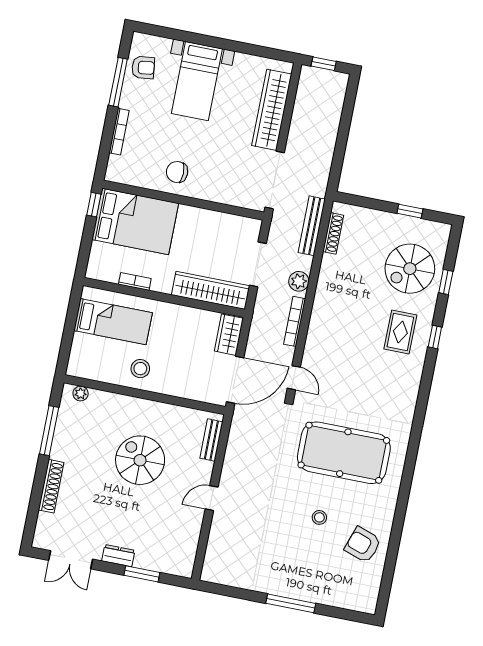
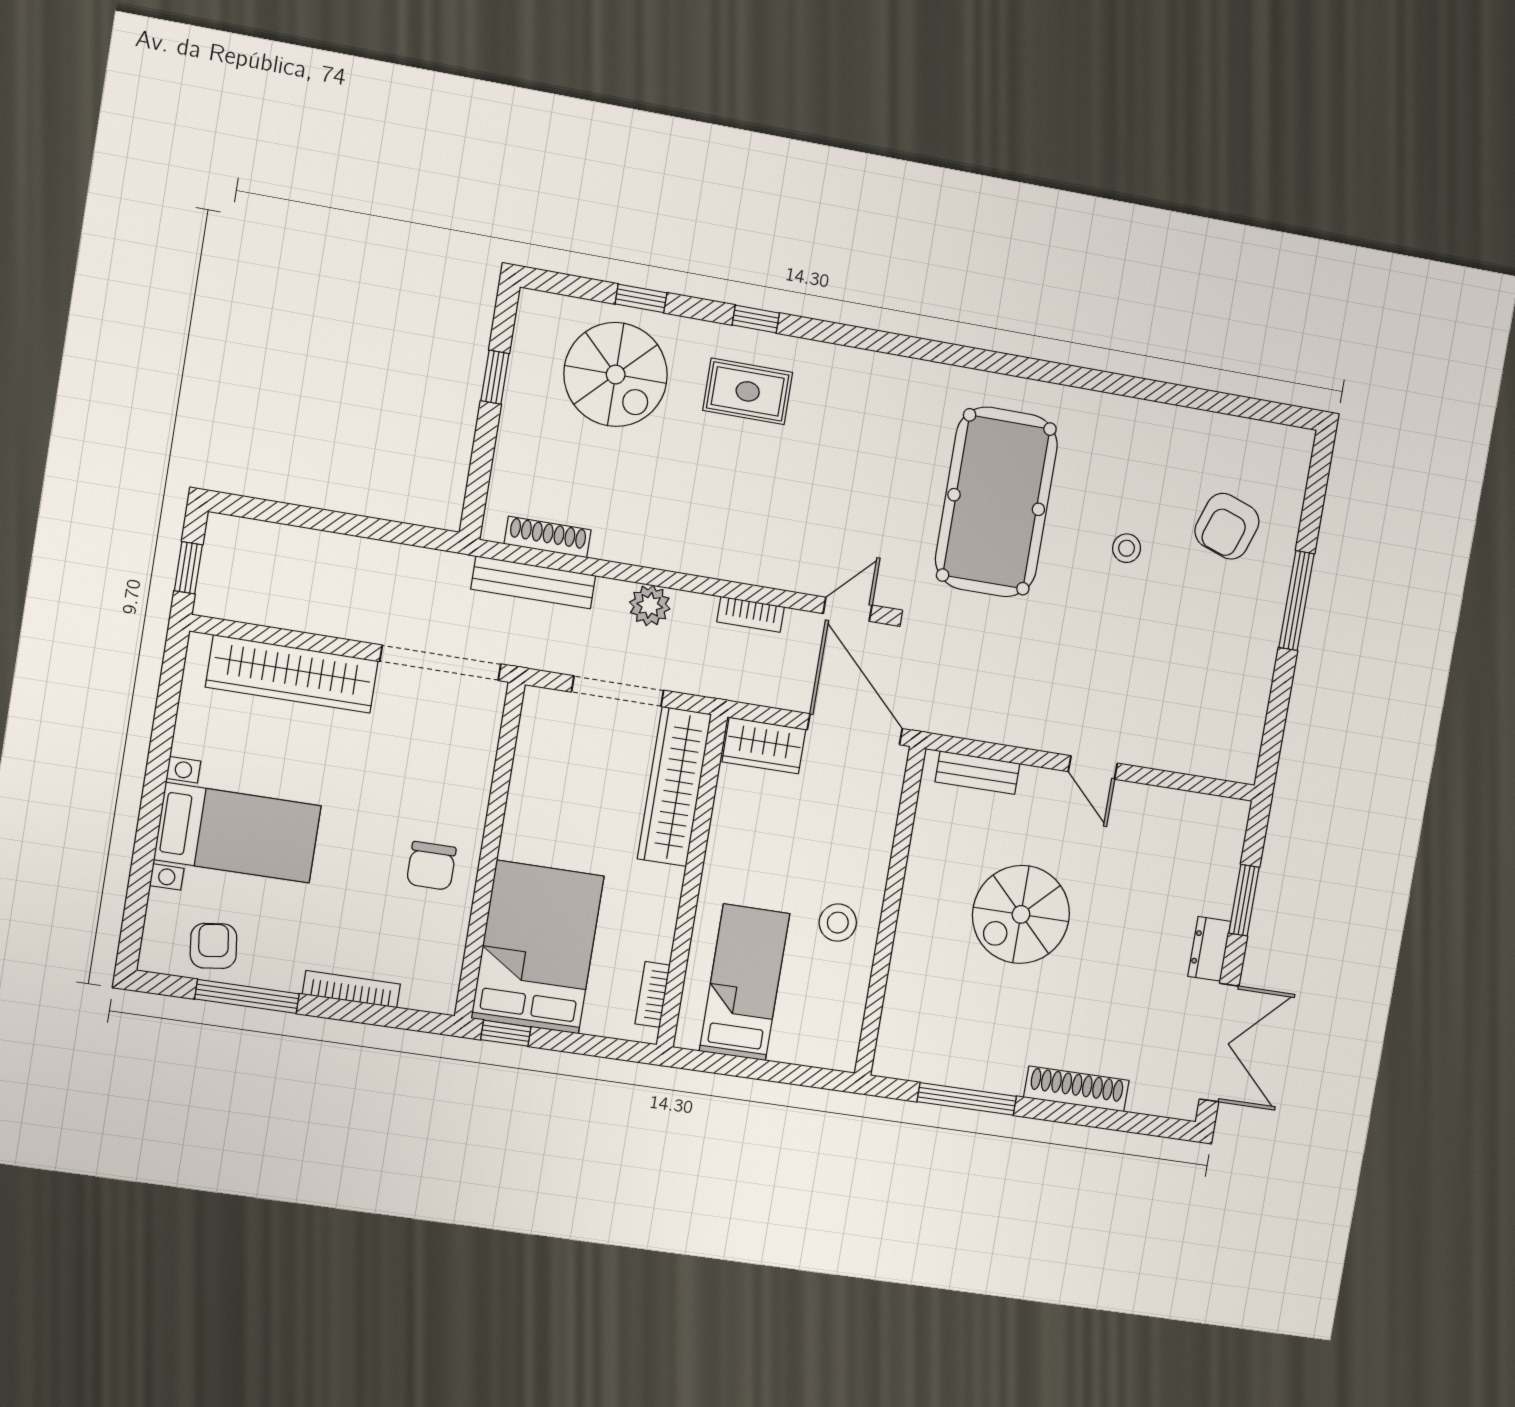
bookcase: (135, 281) -> (653, 994), moved
bookcase: (295, 321) -> (751, 614), width x0.64
plant: (81, 394) -> (891, 1040), removed
armchair: (363, 545) -> (1227, 526), moved
double door: (71, 560) -> (1219, 1043), width x1.37

